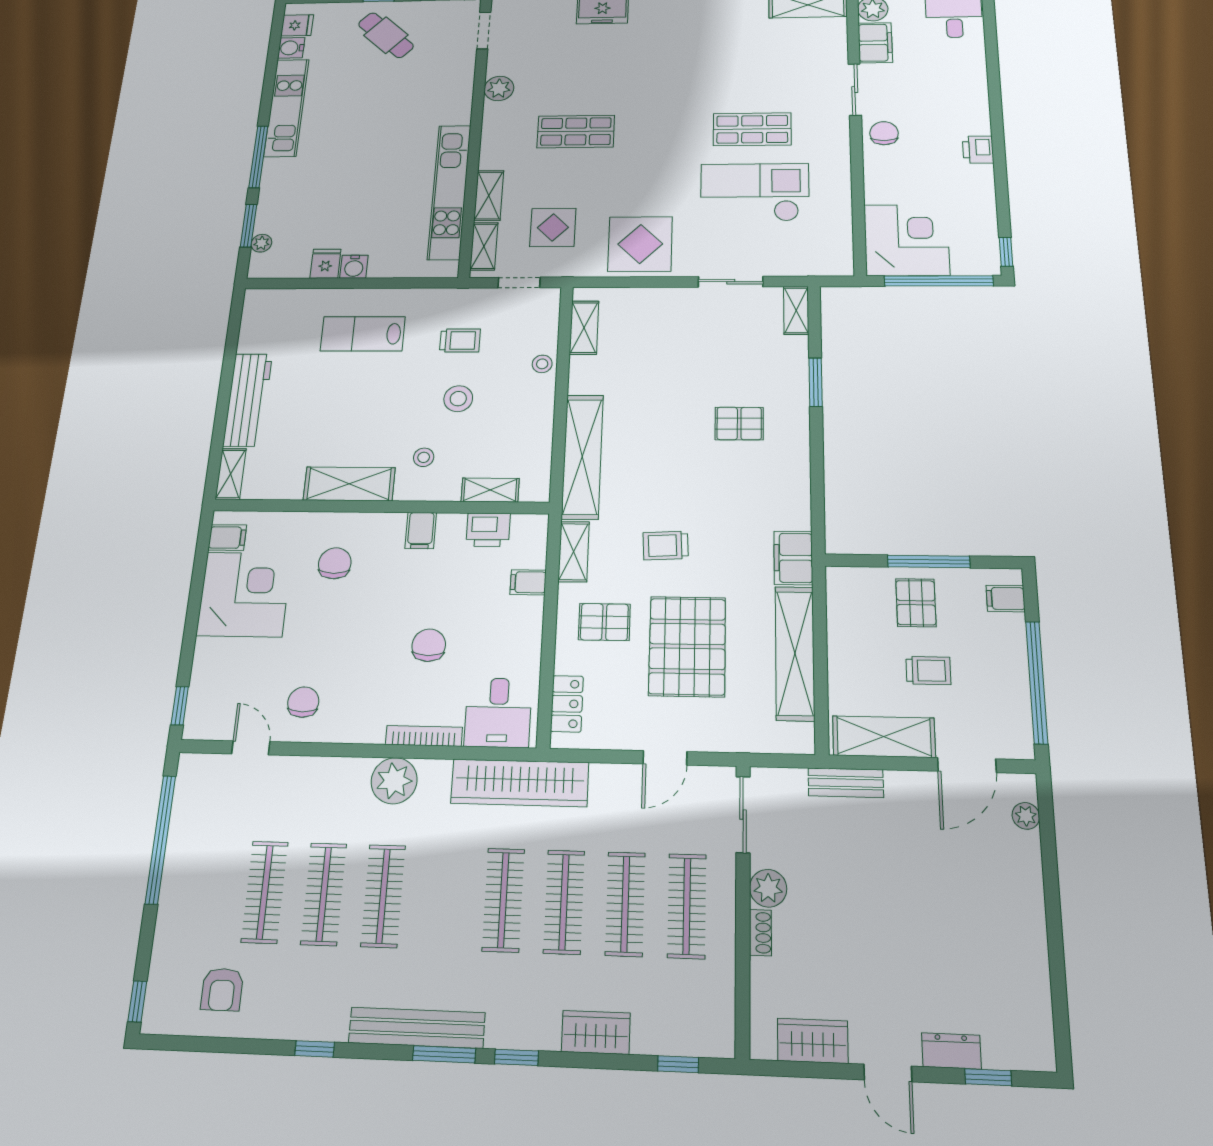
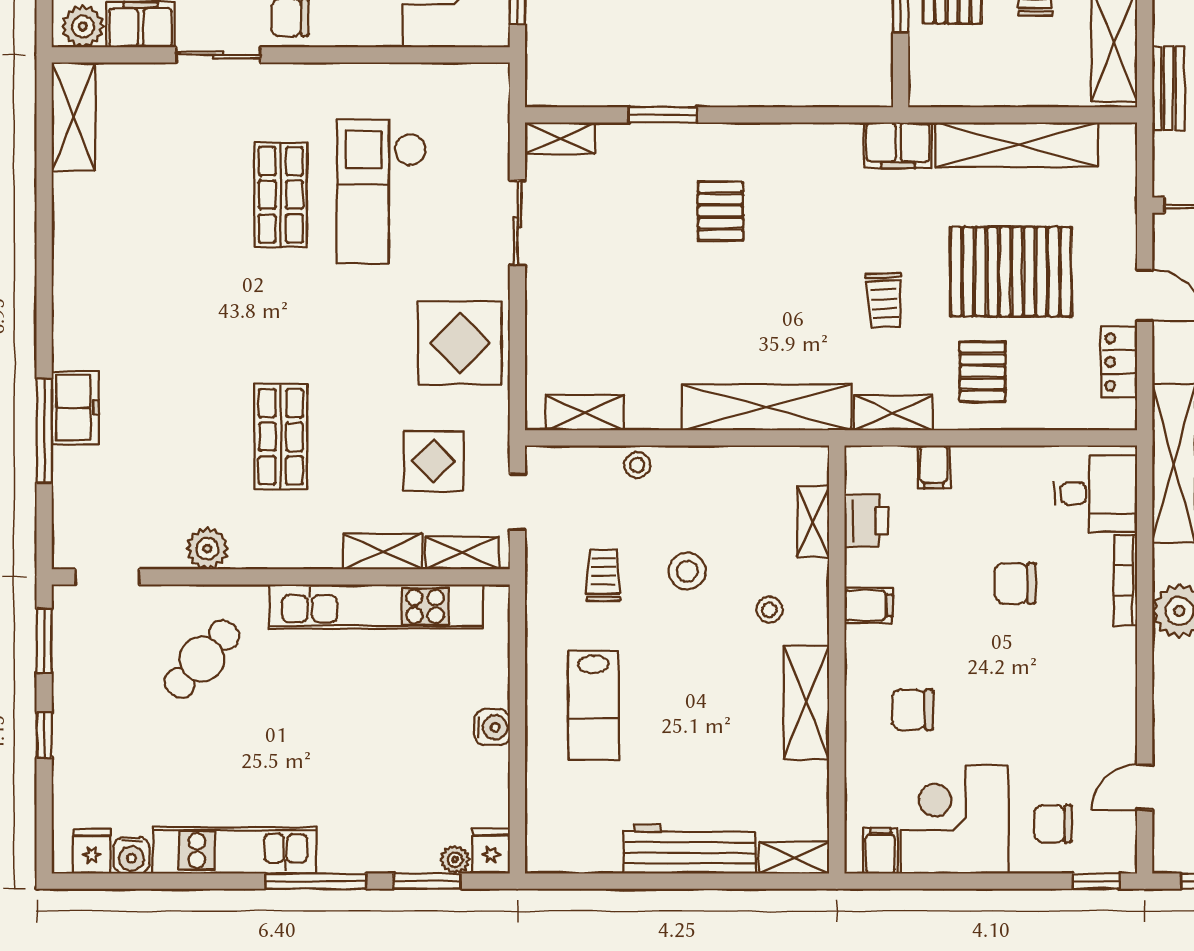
cafe table: (386, 35) -> (202, 659), moved
fridge: (325, 264) -> (491, 851), moved, turned 90
chair: (303, 702) -> (1053, 824), moved
locker: (567, 704) -> (1119, 362), moved, turned -90

